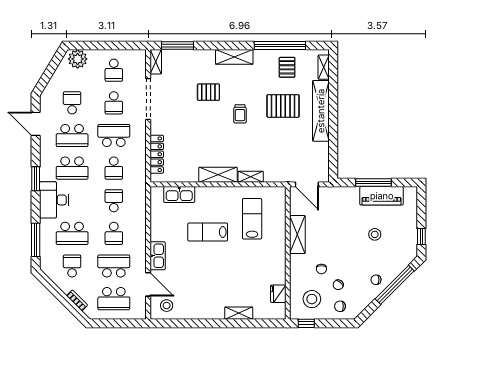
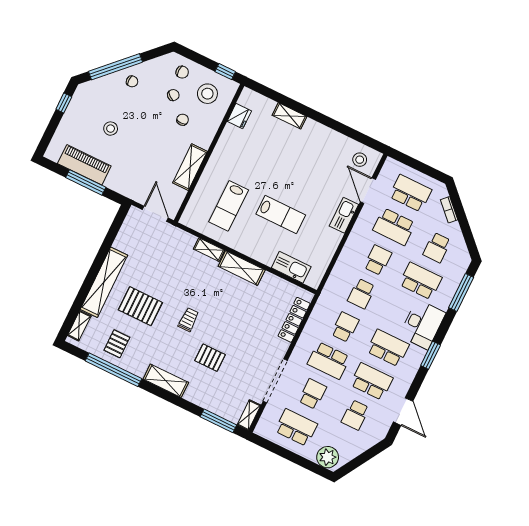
school desk: (114, 70) -> (296, 427), width x1.85

